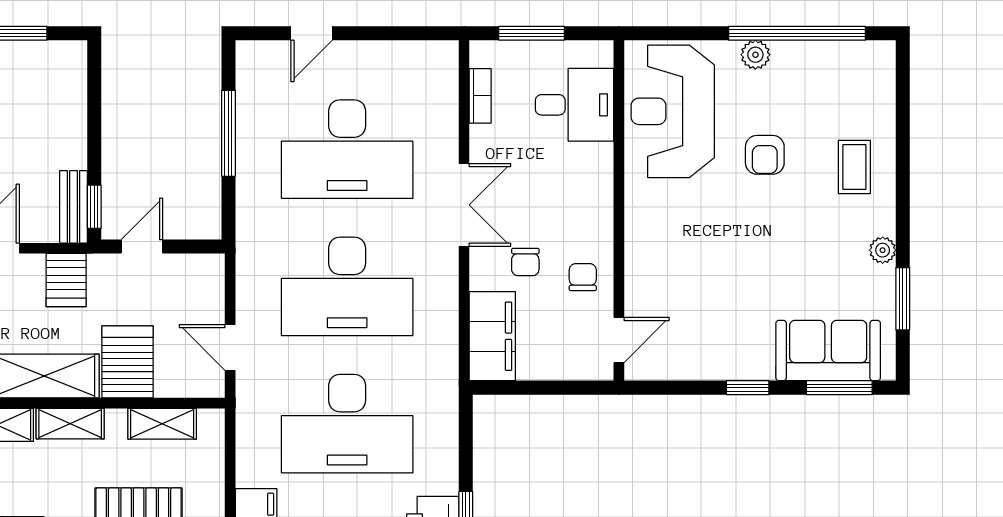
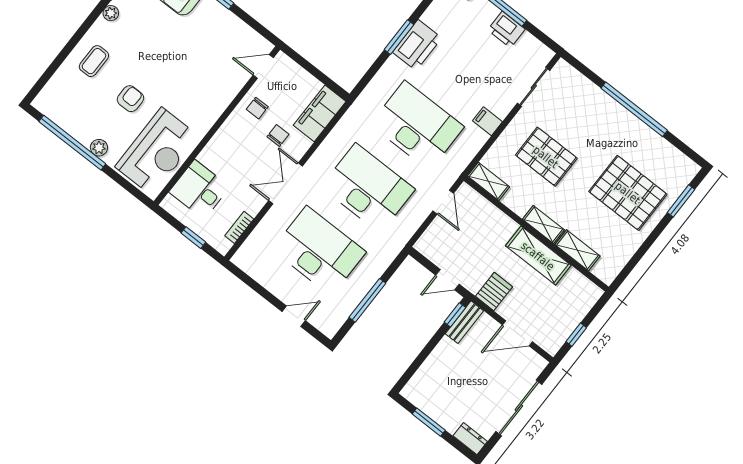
window: (532, 33) -> (193, 238), width x0.67
server rack: (128, 362) -> (495, 232), removed
shelving: (162, 424) -> (488, 181), moved

